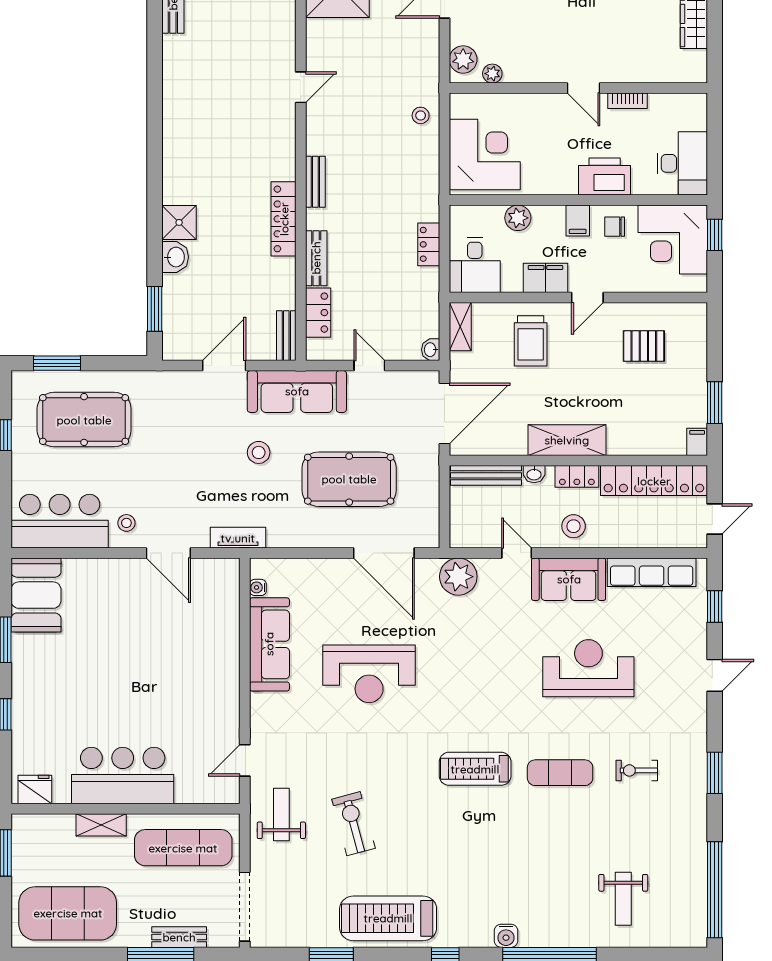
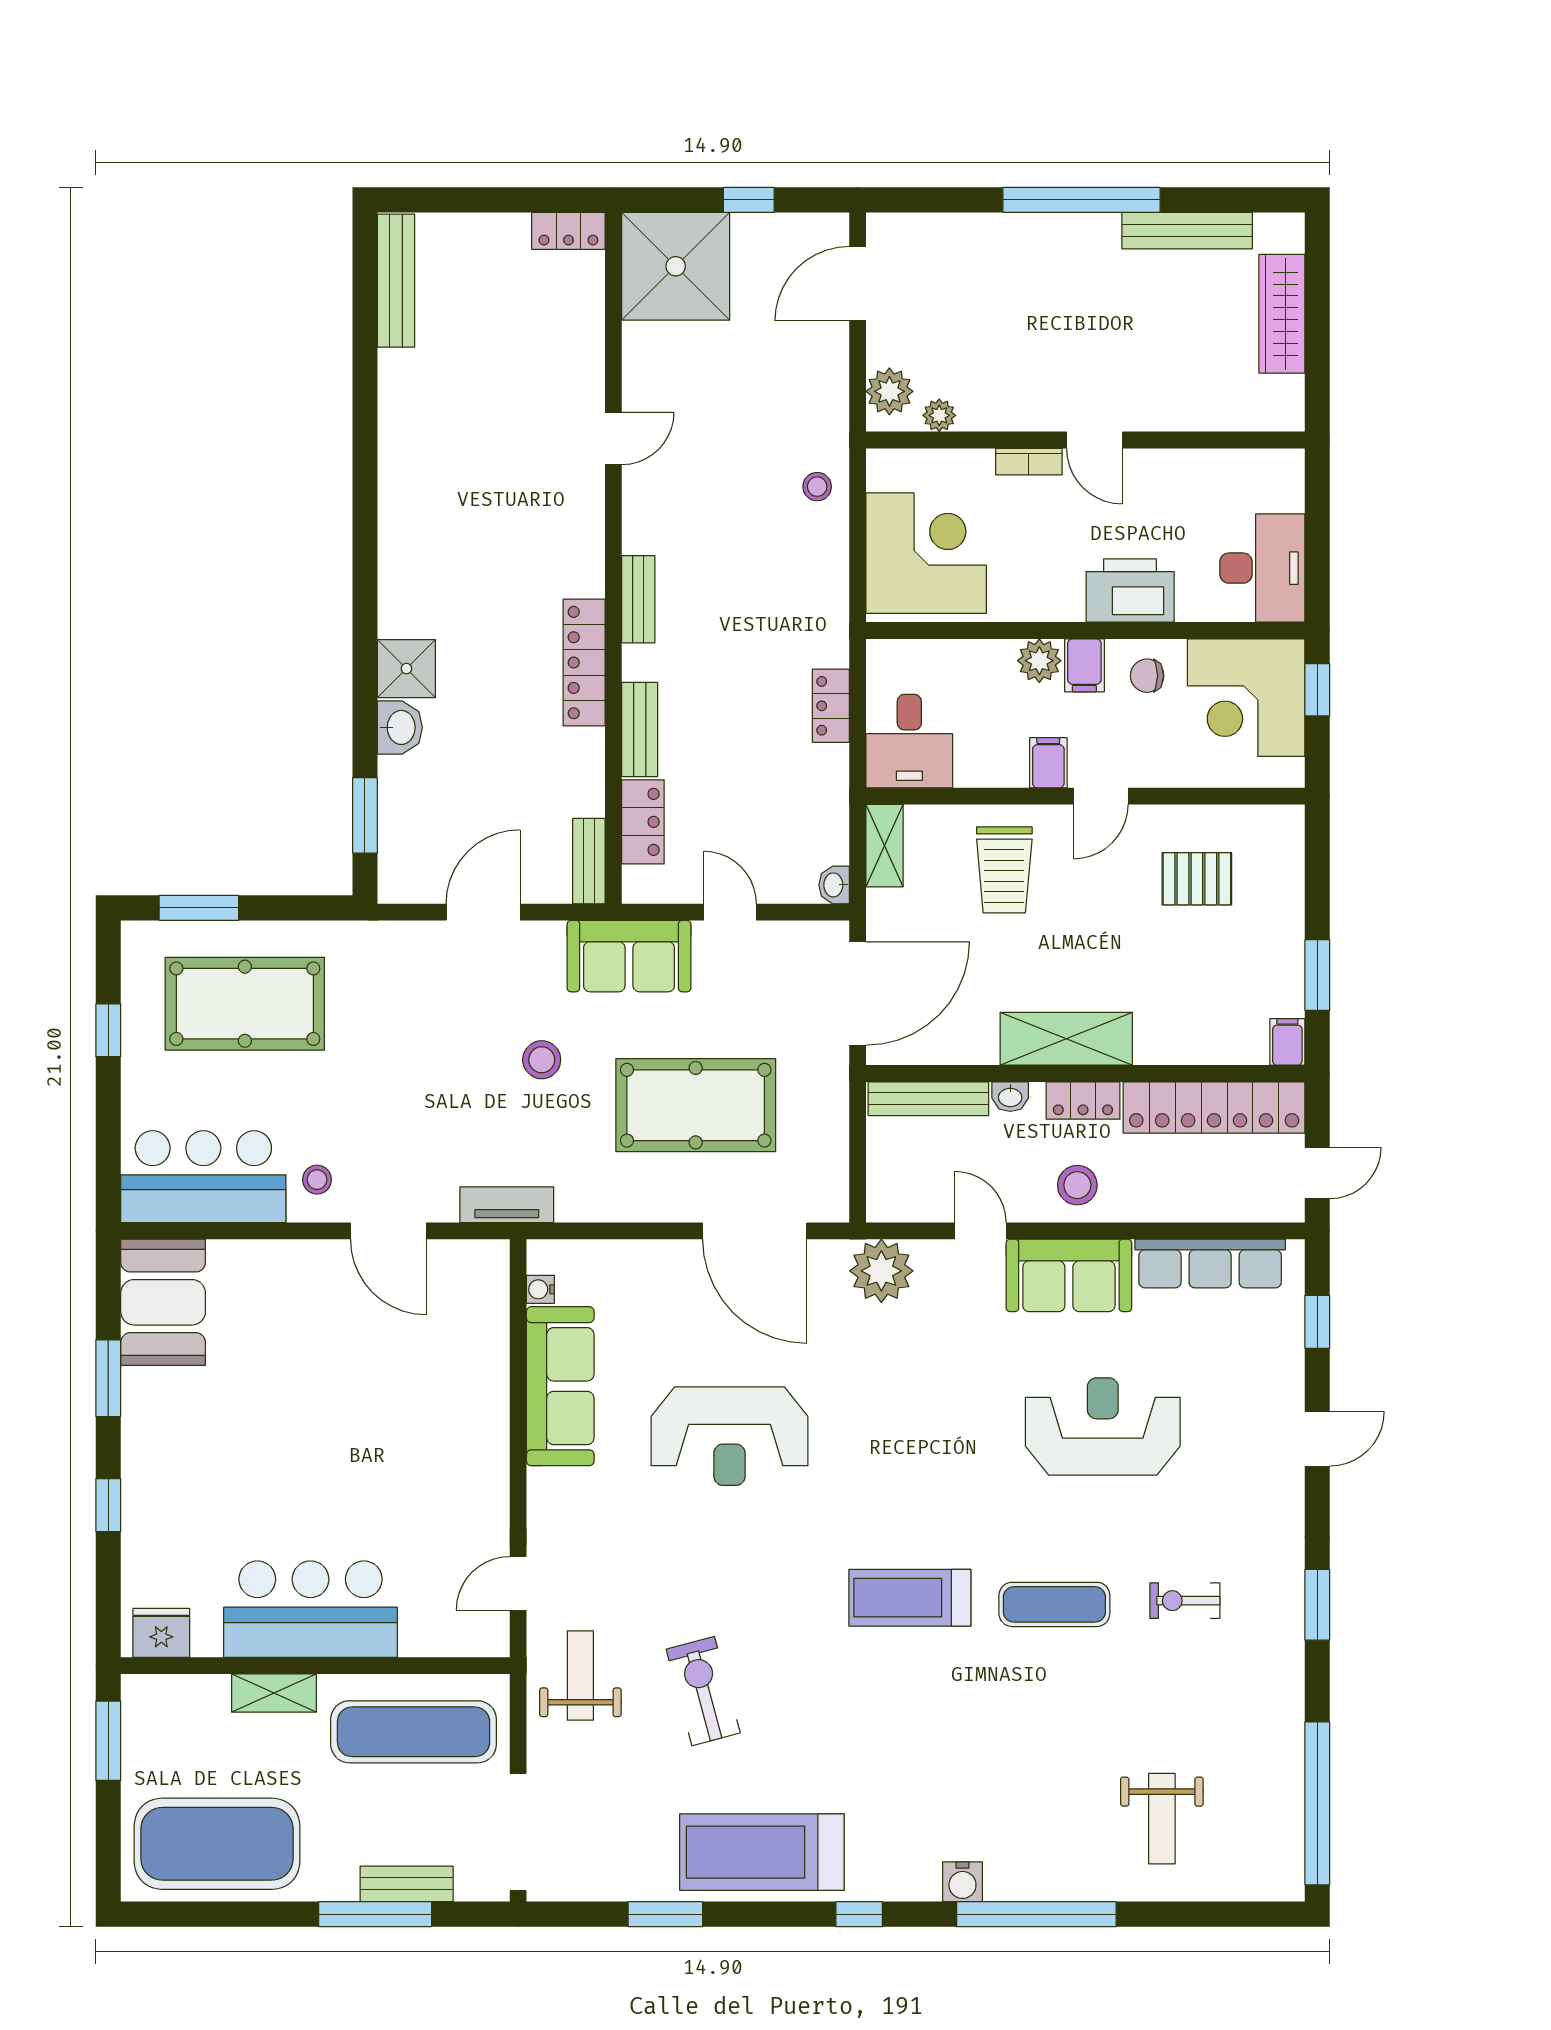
bookcase: (628, 101) -> (1029, 462), moved
plant: (518, 218) -> (1039, 661), moved
filing cabinet: (545, 278) -> (1048, 763), width x0.50
sofa: (297, 391) -> (629, 956), width x0.73

